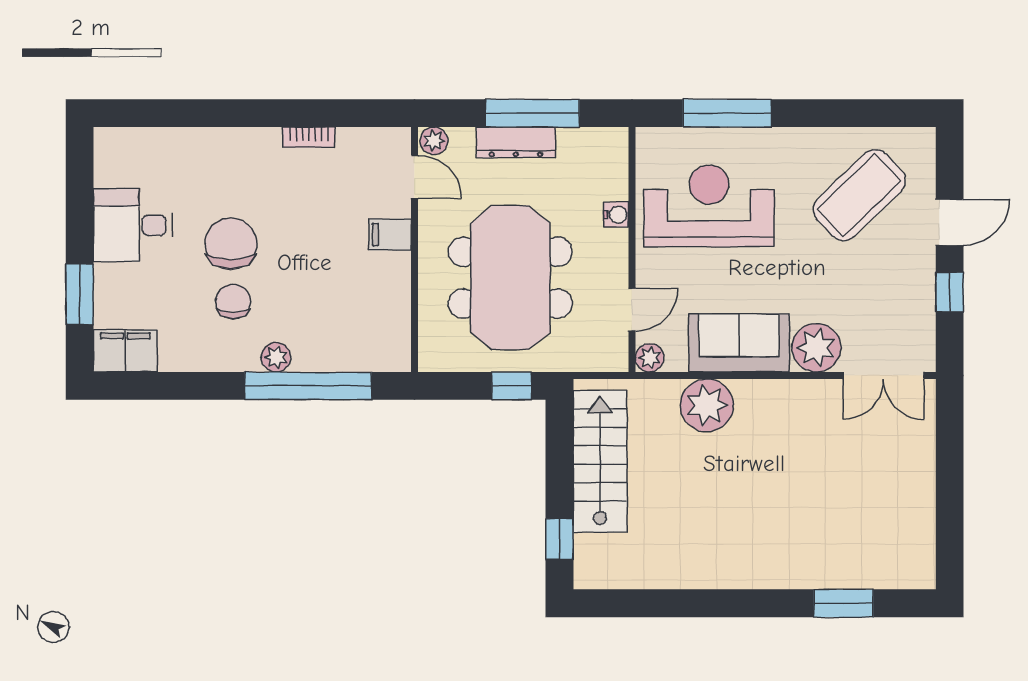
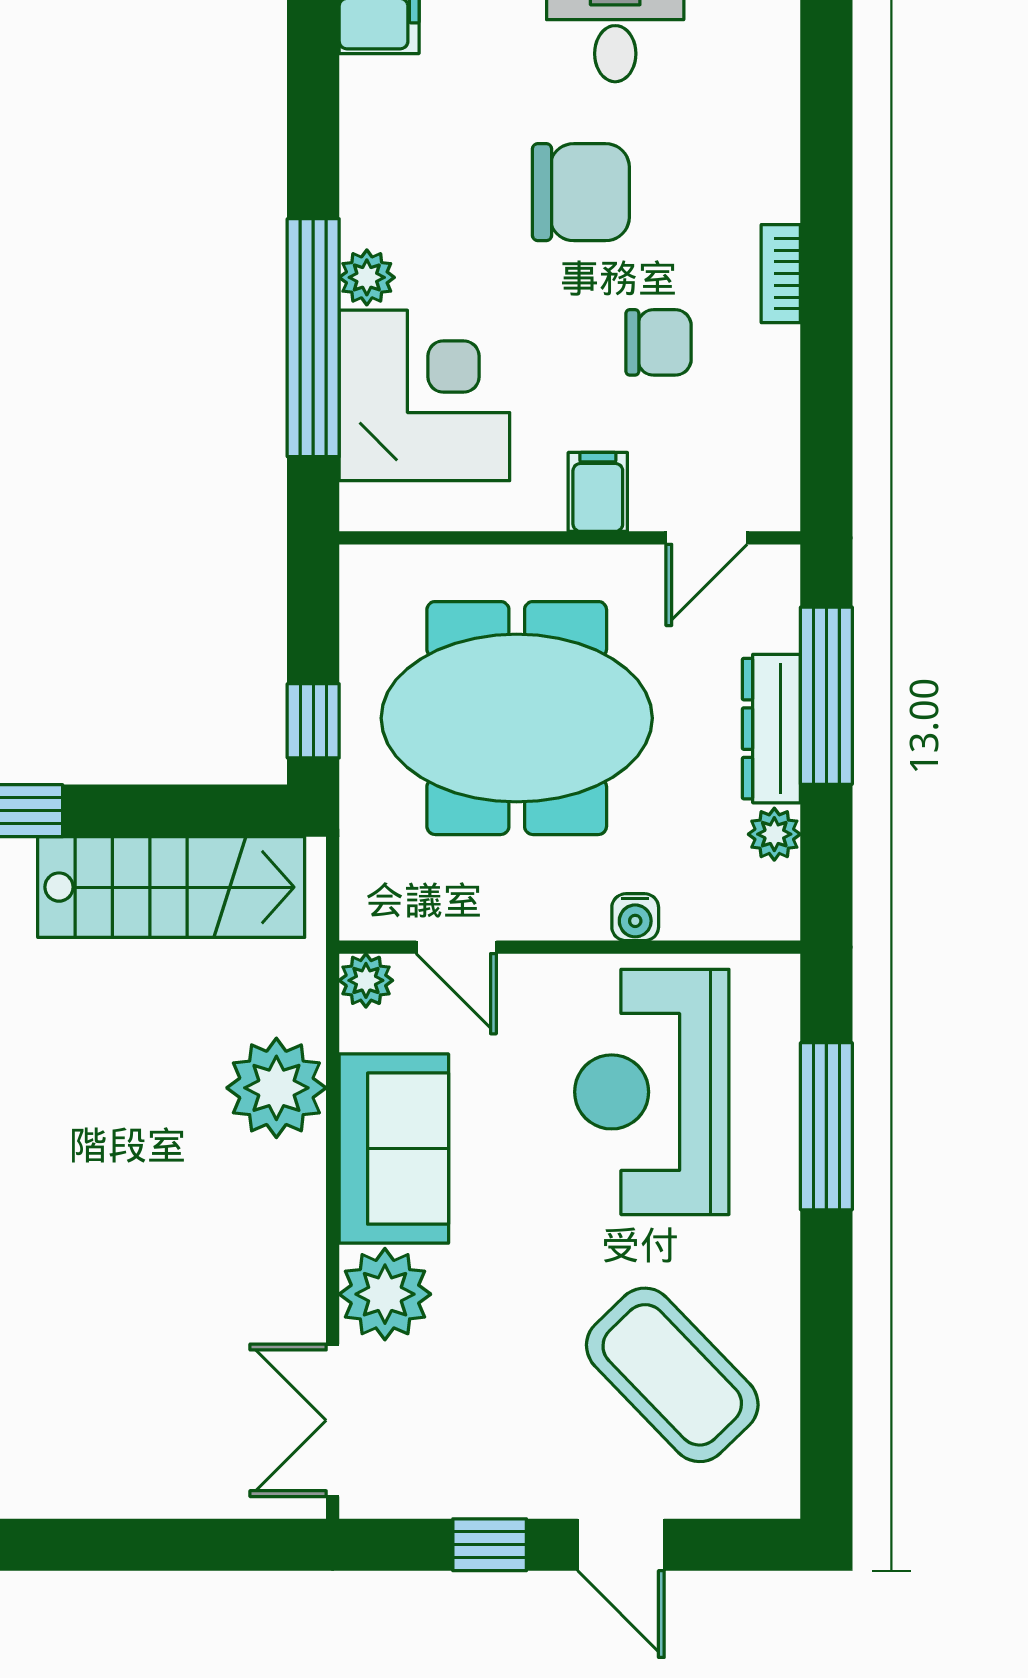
window: (532, 113) -> (826, 696), moved
bookcase: (309, 137) -> (781, 274), moved
plant: (434, 141) -> (774, 834), moved
reception desk: (709, 206) -> (652, 1092), turned 180
chair: (233, 302) -> (659, 342), moved
corner desk: (339, 327) -> (424, 395), added

